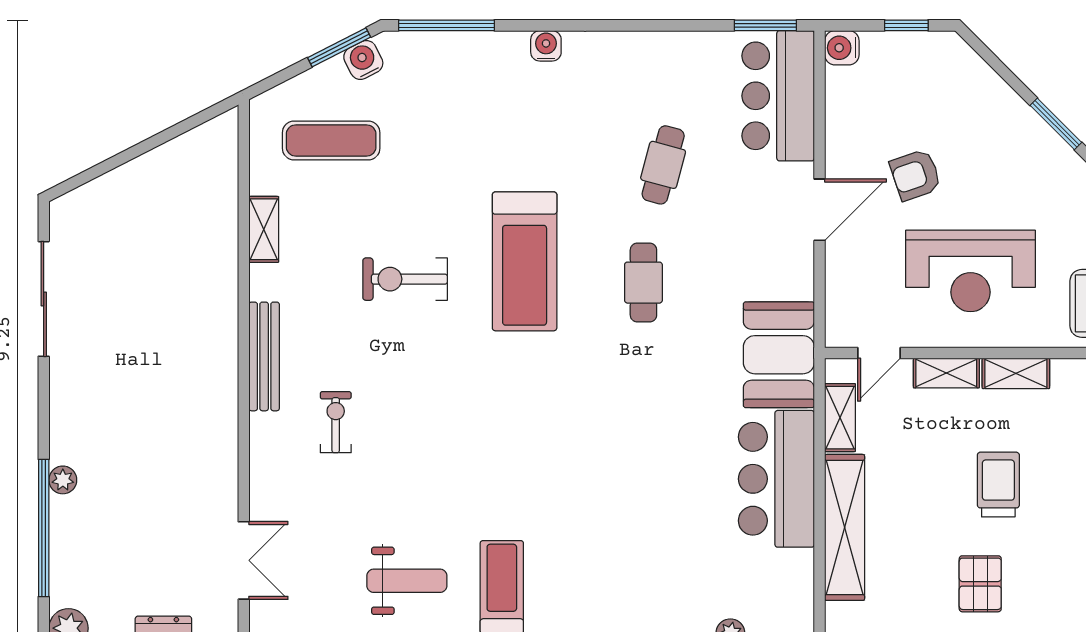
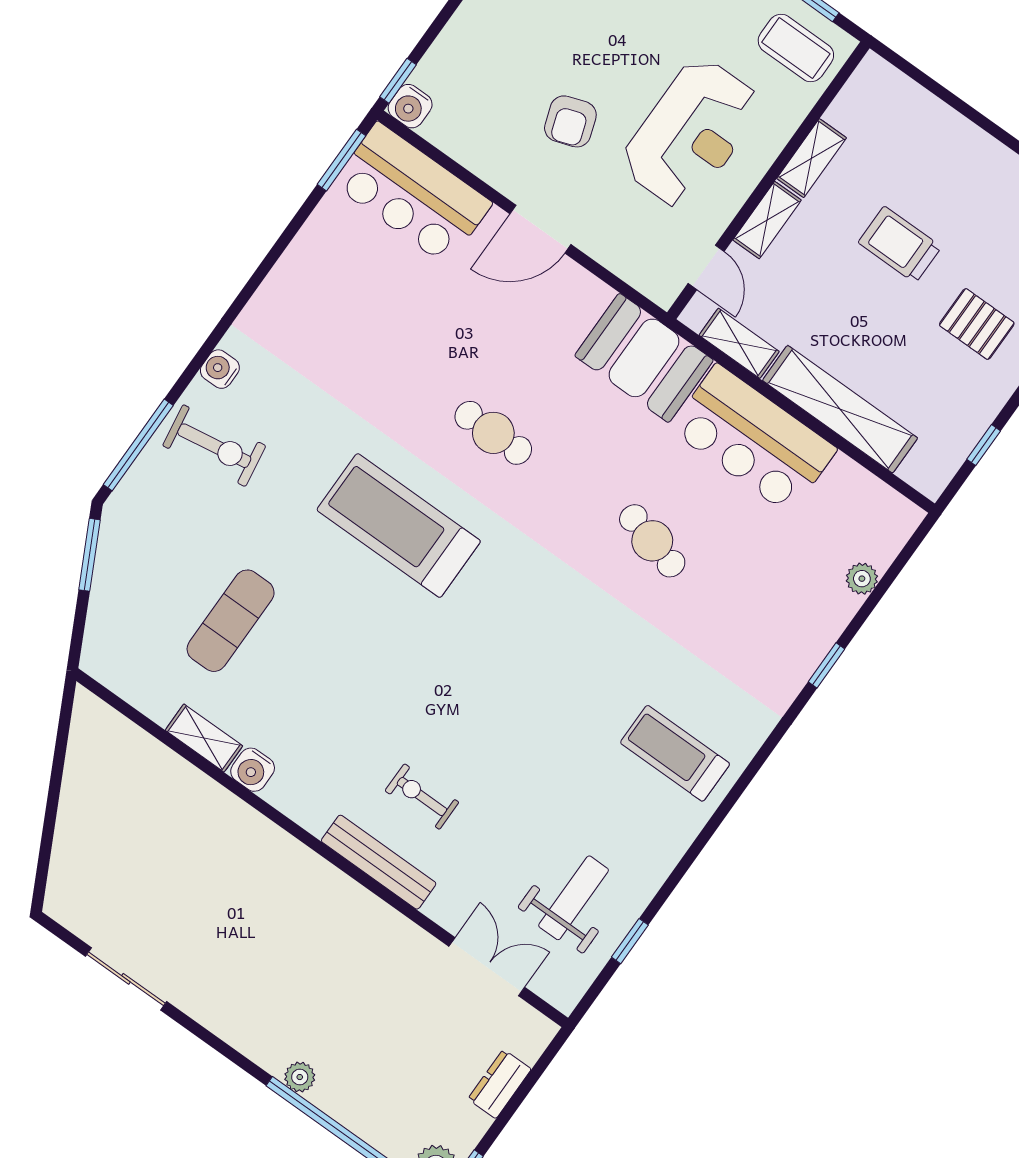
window: (906, 25) -> (398, 81), moved
water cooler: (363, 60) -> (253, 770), moved, turned -63
exercise mat: (331, 140) -> (231, 621), moved
cafe table: (663, 165) -> (652, 541), moved
door: (820, 210) -> (540, 229), swing flipped
treadmill: (525, 261) -> (399, 525), turned 180
exercise bike: (405, 279) -> (214, 446), moved, turned -99
sliding door: (44, 299) -> (126, 979), width x0.73
bench: (264, 356) -> (379, 862), moved
weight bench: (407, 581) -> (574, 898), moved

